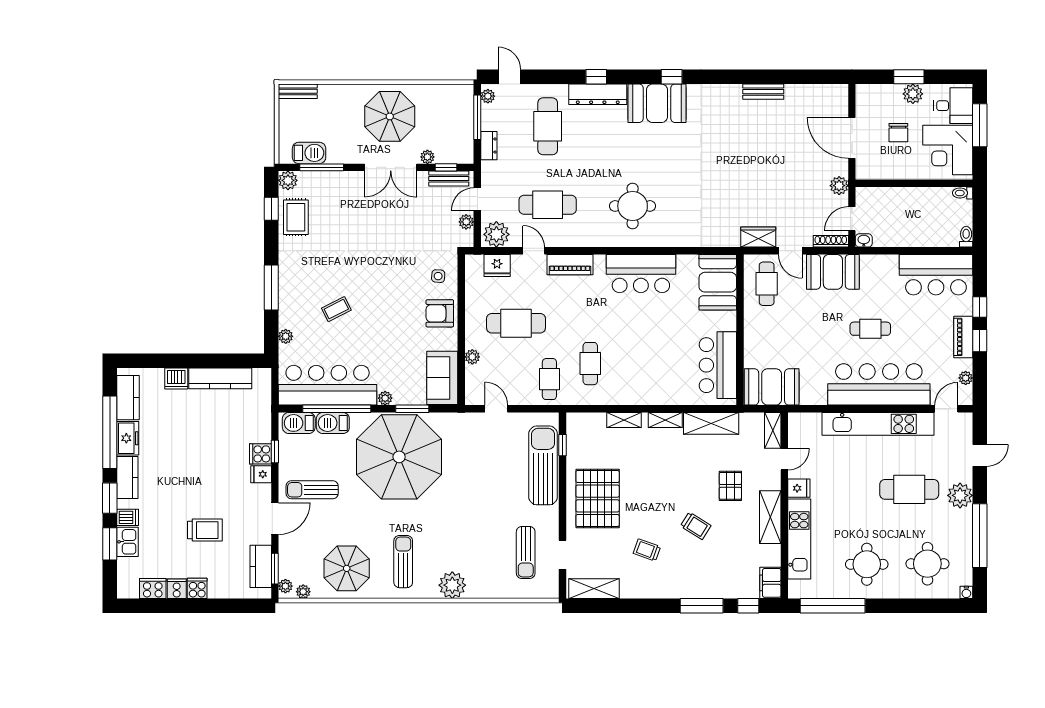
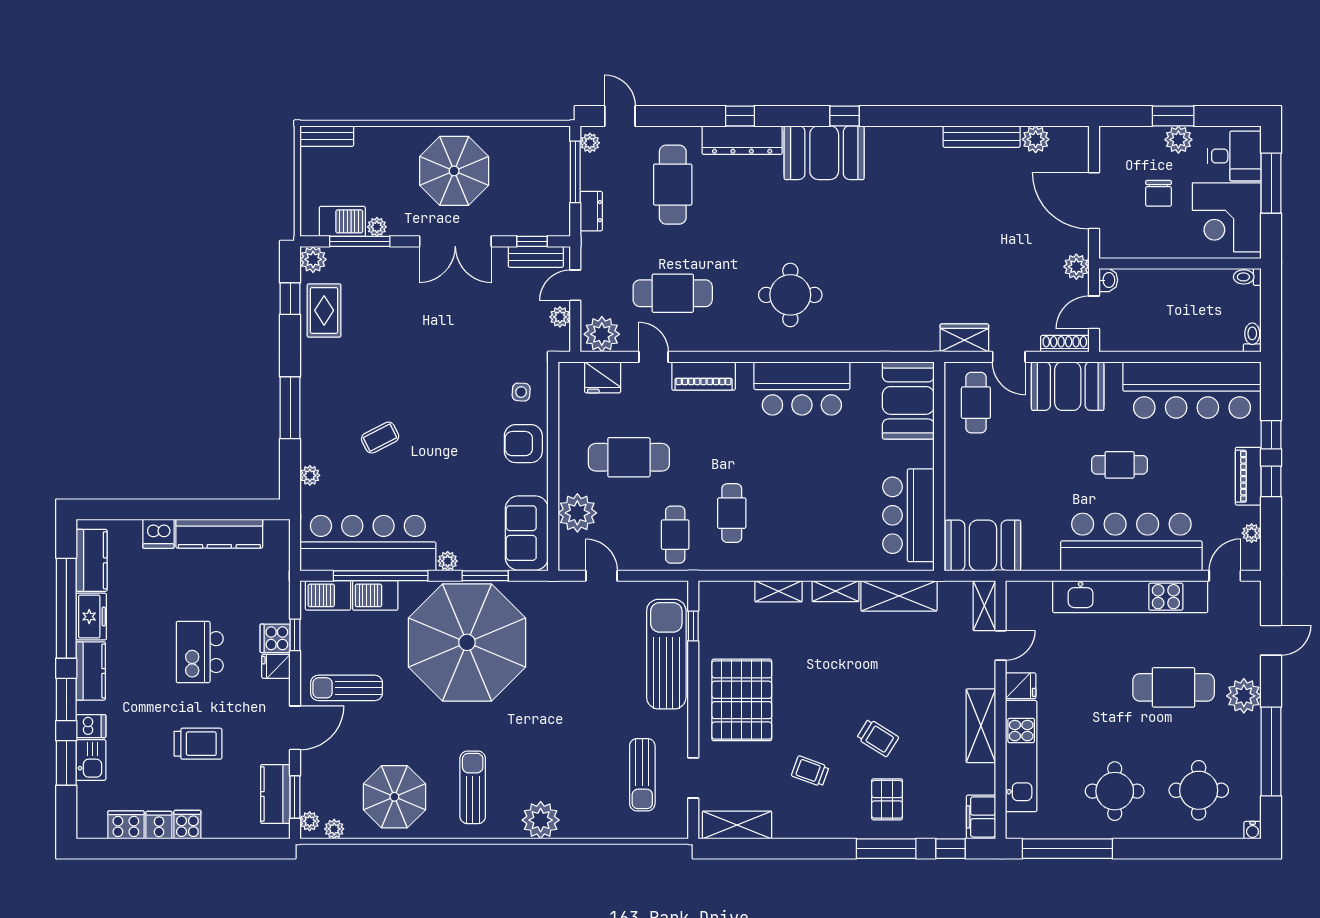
bench: (763, 92) -> (982, 137), width x1.36
plant: (810, 94) -> (1036, 139), added
plant: (427, 157) -> (377, 227), moved
washbasin: (864, 240) -> (1108, 280), moved, turned 90
bar counter: (936, 275) -> (1192, 390), width x1.36
plant: (472, 357) -> (577, 513), width x1.87, depth x1.87
kitchen island: (206, 464) -> (200, 652), added
pallet: (730, 486) -> (887, 799), moved

